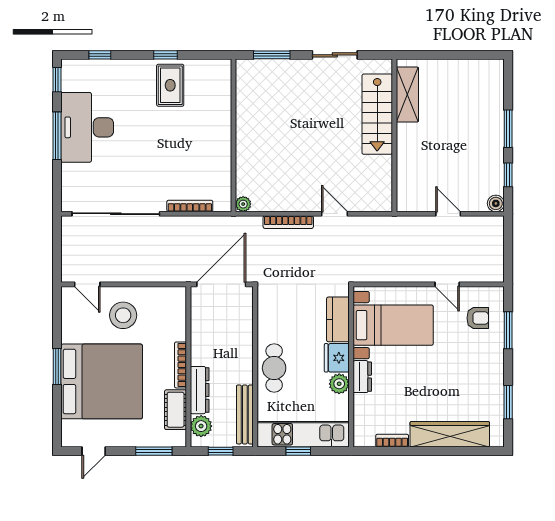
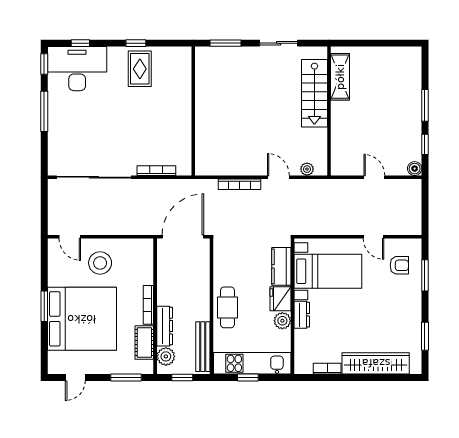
desk: (87, 127) -> (77, 69), moved, turned 90
plant: (243, 204) -> (307, 169), moved

